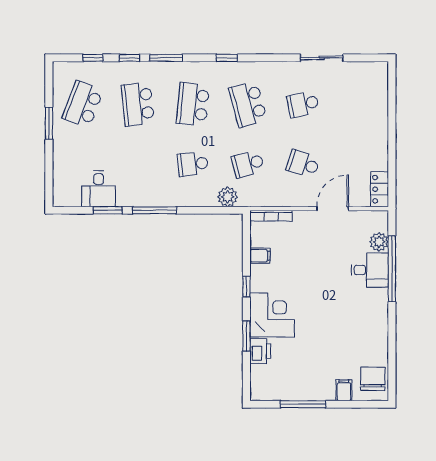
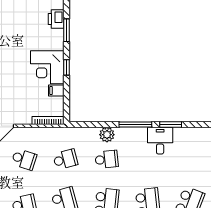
desk: (99, 189) -> (160, 141), moved
plant: (228, 197) -> (107, 135), moved
corner desk: (272, 315) -> (47, 67), moved

